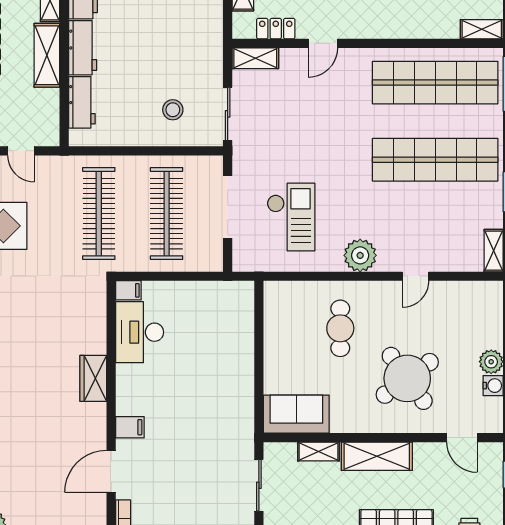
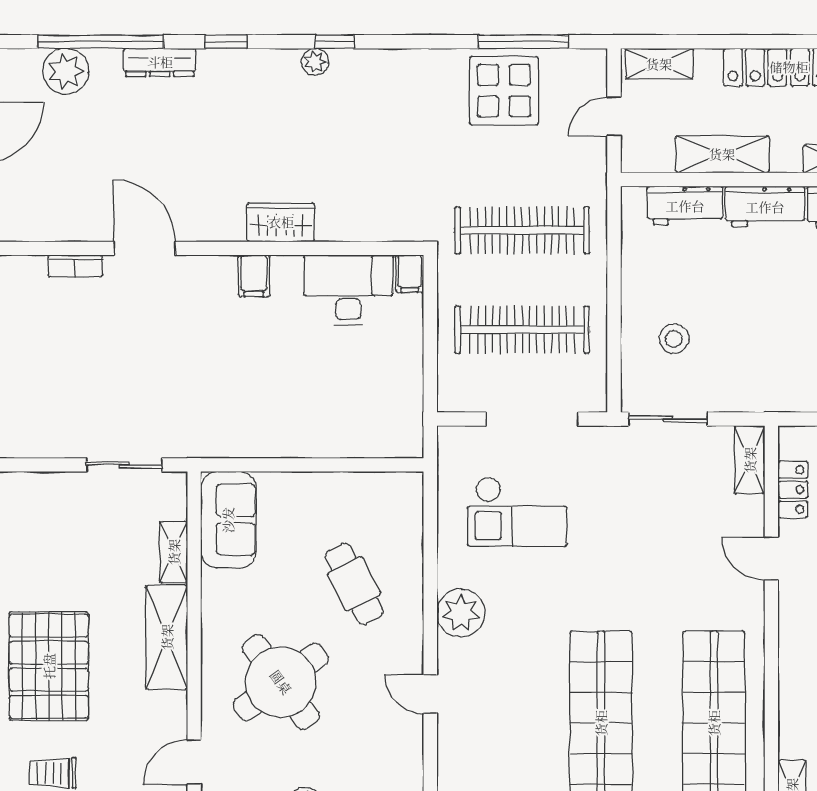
shelving: (47, 55) -> (722, 154), moved
cafe table: (340, 328) -> (354, 584), turned 63
filing cabinet: (130, 427) -> (254, 276), moved

